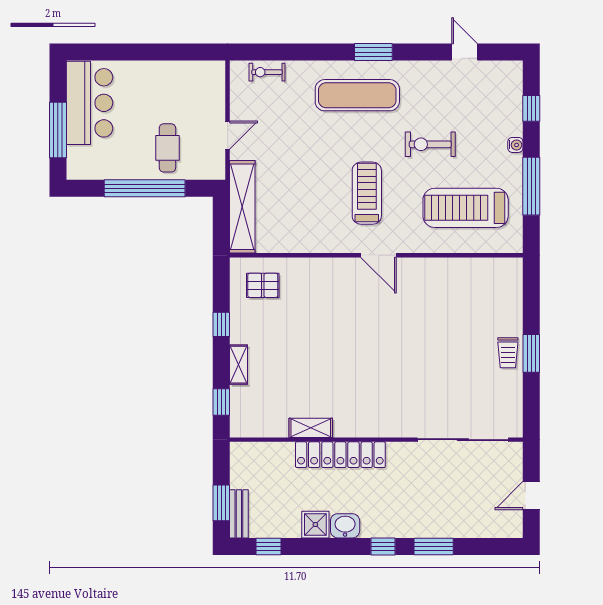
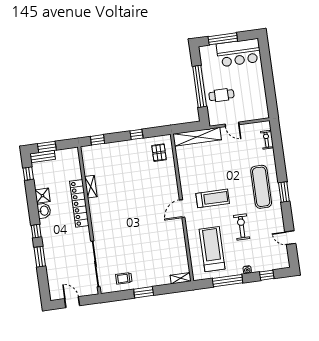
door: (465, 52) -> (290, 238), swing flipped
trolley: (508, 353) -> (124, 278), moved
shelving: (239, 365) -> (181, 278), moved

